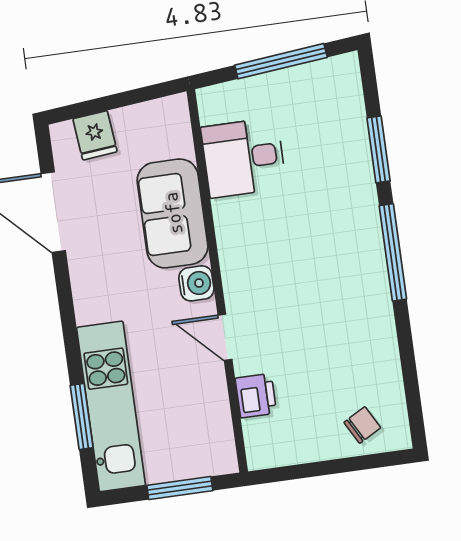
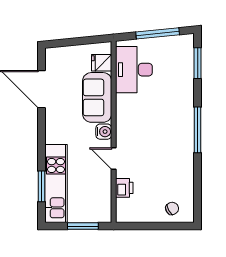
fridge: (95, 135) -> (102, 63), moved, turned 96
window: (379, 149) -> (198, 63), moved
desk: (244, 158) -> (134, 70), width x1.37

